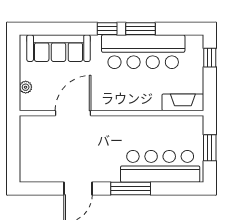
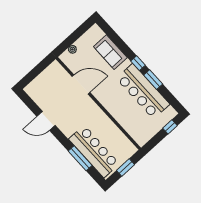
sofa: (59, 48) -> (110, 52), width x0.73
fireplace: (183, 102) -> (136, 134), removed
window: (131, 189) -> (80, 158), moved

